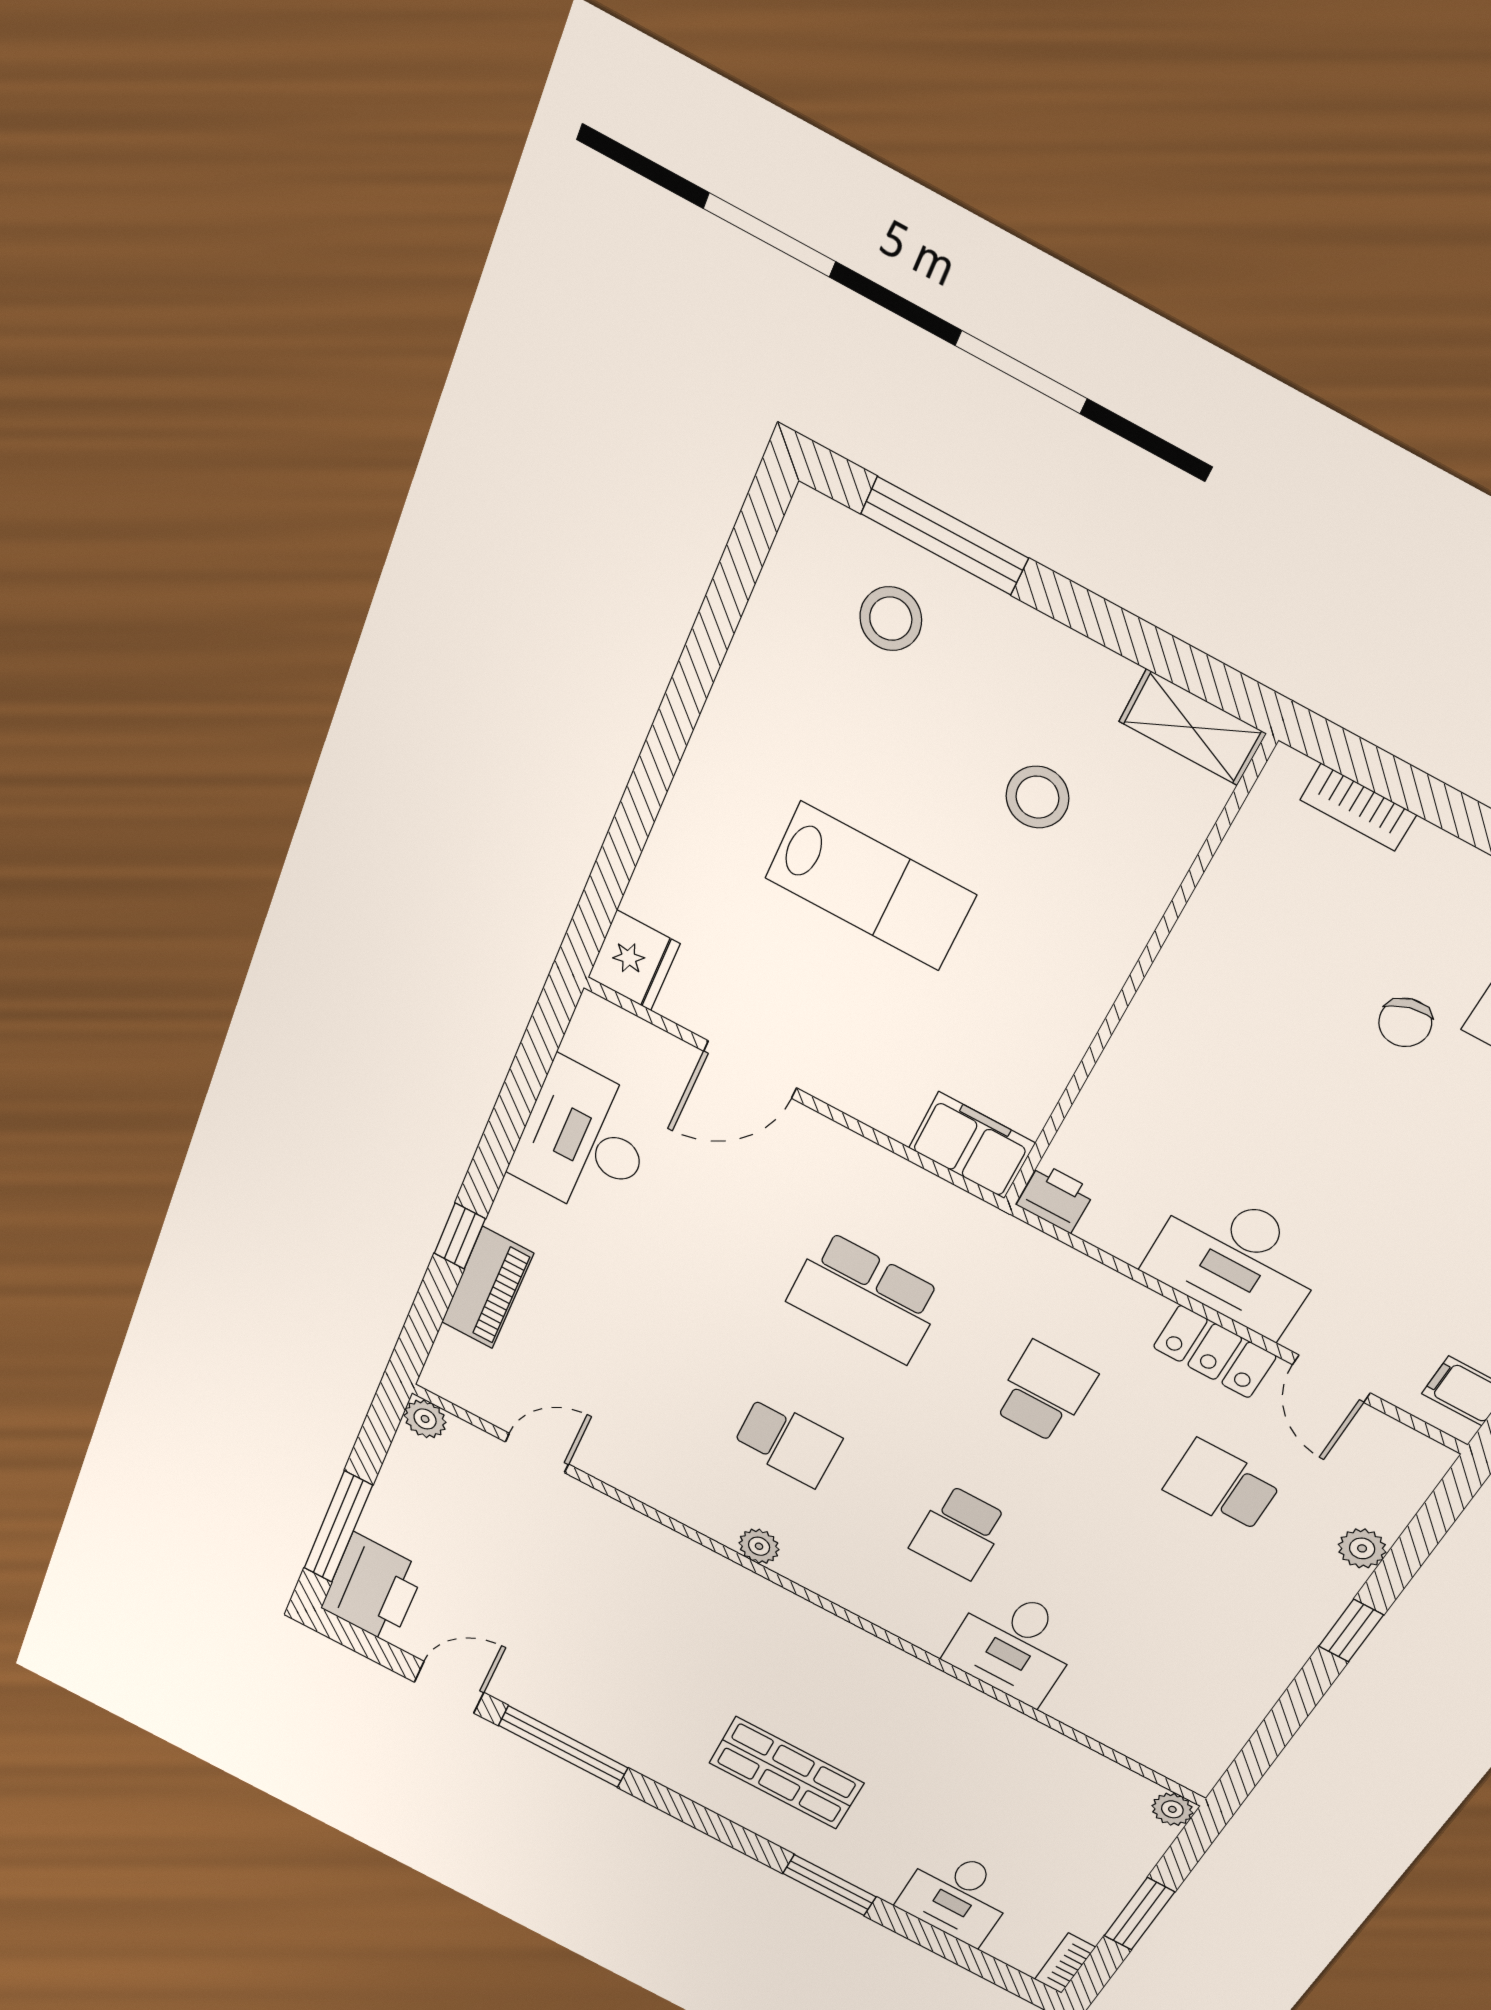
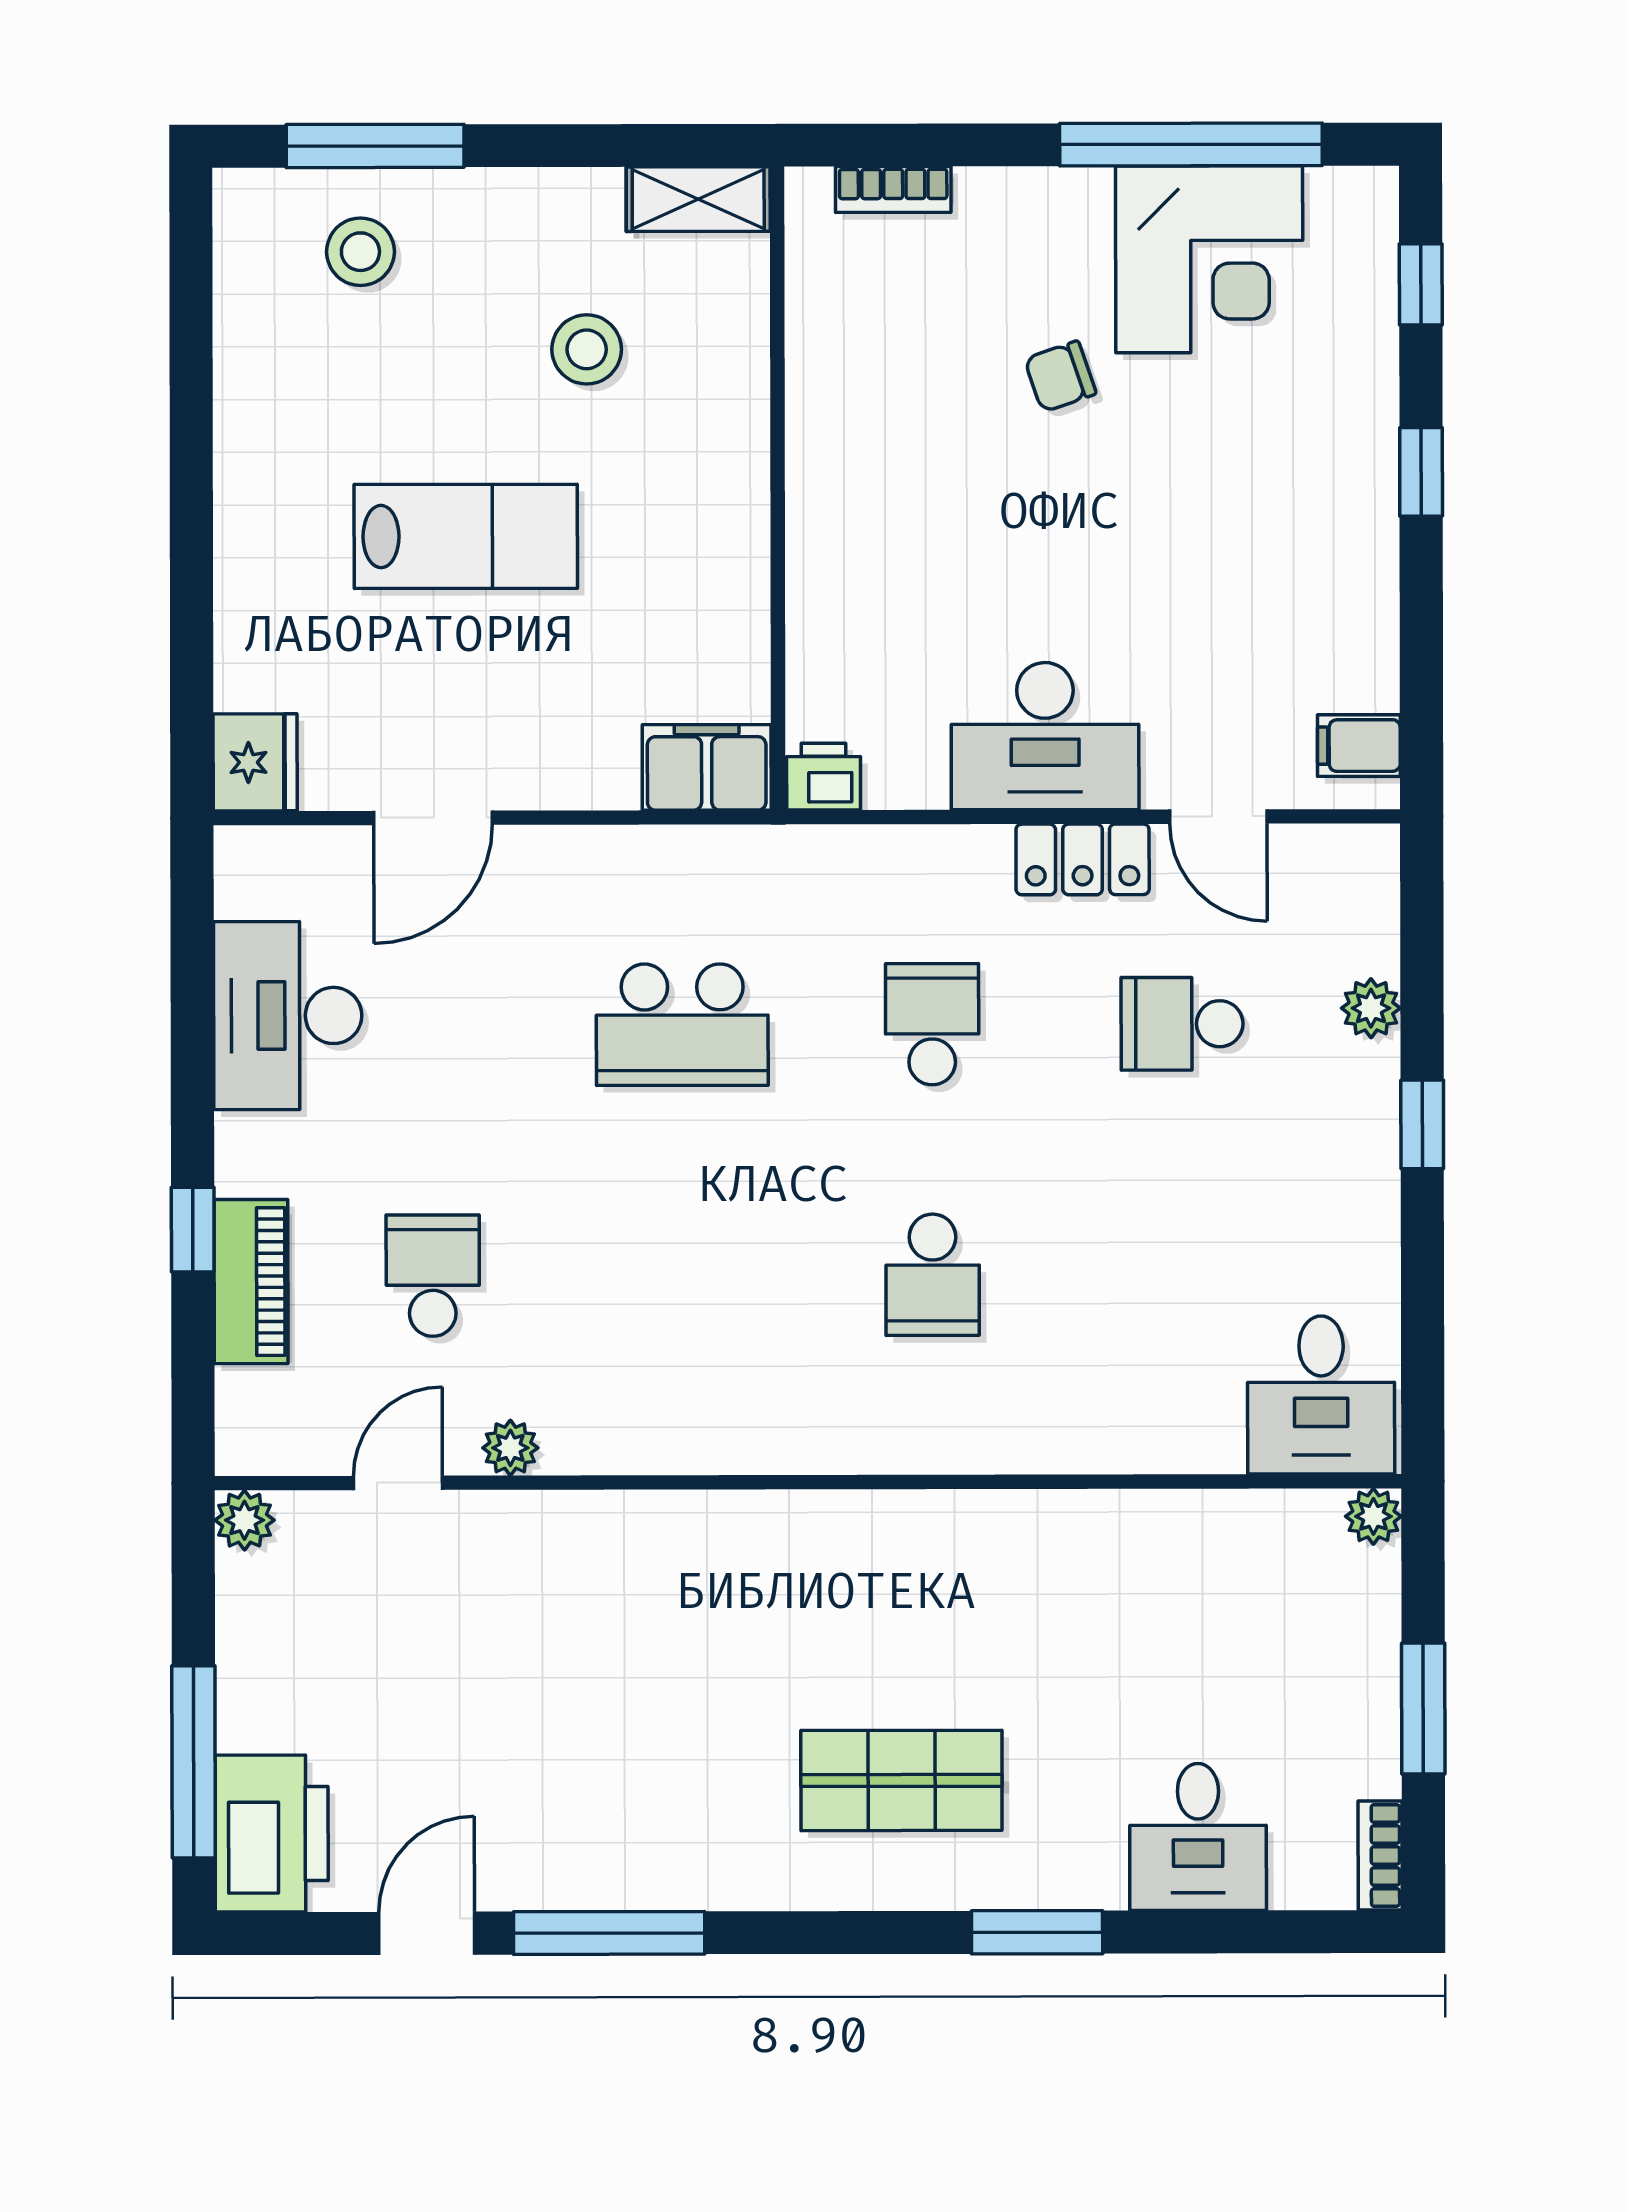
chair: (1405, 1022) -> (1060, 376), turned 86
school desk: (787, 1442) -> (433, 1276), moved, turned -90
plant: (759, 1546) -> (510, 1448), moved
desk: (1014, 1645) -> (1321, 1395), moved

